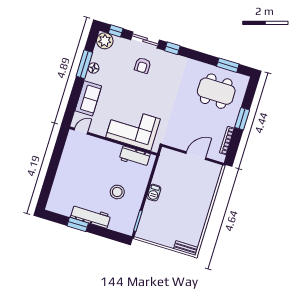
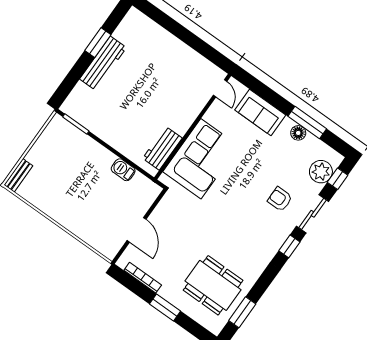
plant: (105, 41) -> (321, 172), moved
dining table: (216, 91) -> (213, 285), turned 90
stool: (117, 192) -> (123, 109), removed
barbecue: (154, 193) -> (123, 170), moved

